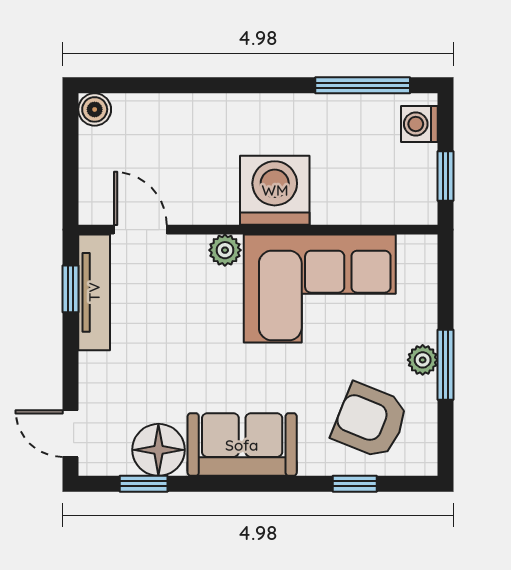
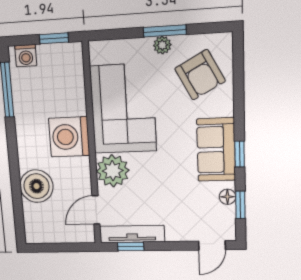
boiler: (95, 109) -> (37, 186), moved, width x1.86, depth x1.86
plant: (225, 250) -> (113, 171), width x1.88, depth x1.88
armchair: (370, 421) -> (200, 75), turned -50
floor lamp: (158, 450) -> (227, 197), width x0.53, depth x0.53
window: (355, 484) -> (240, 154), moved

